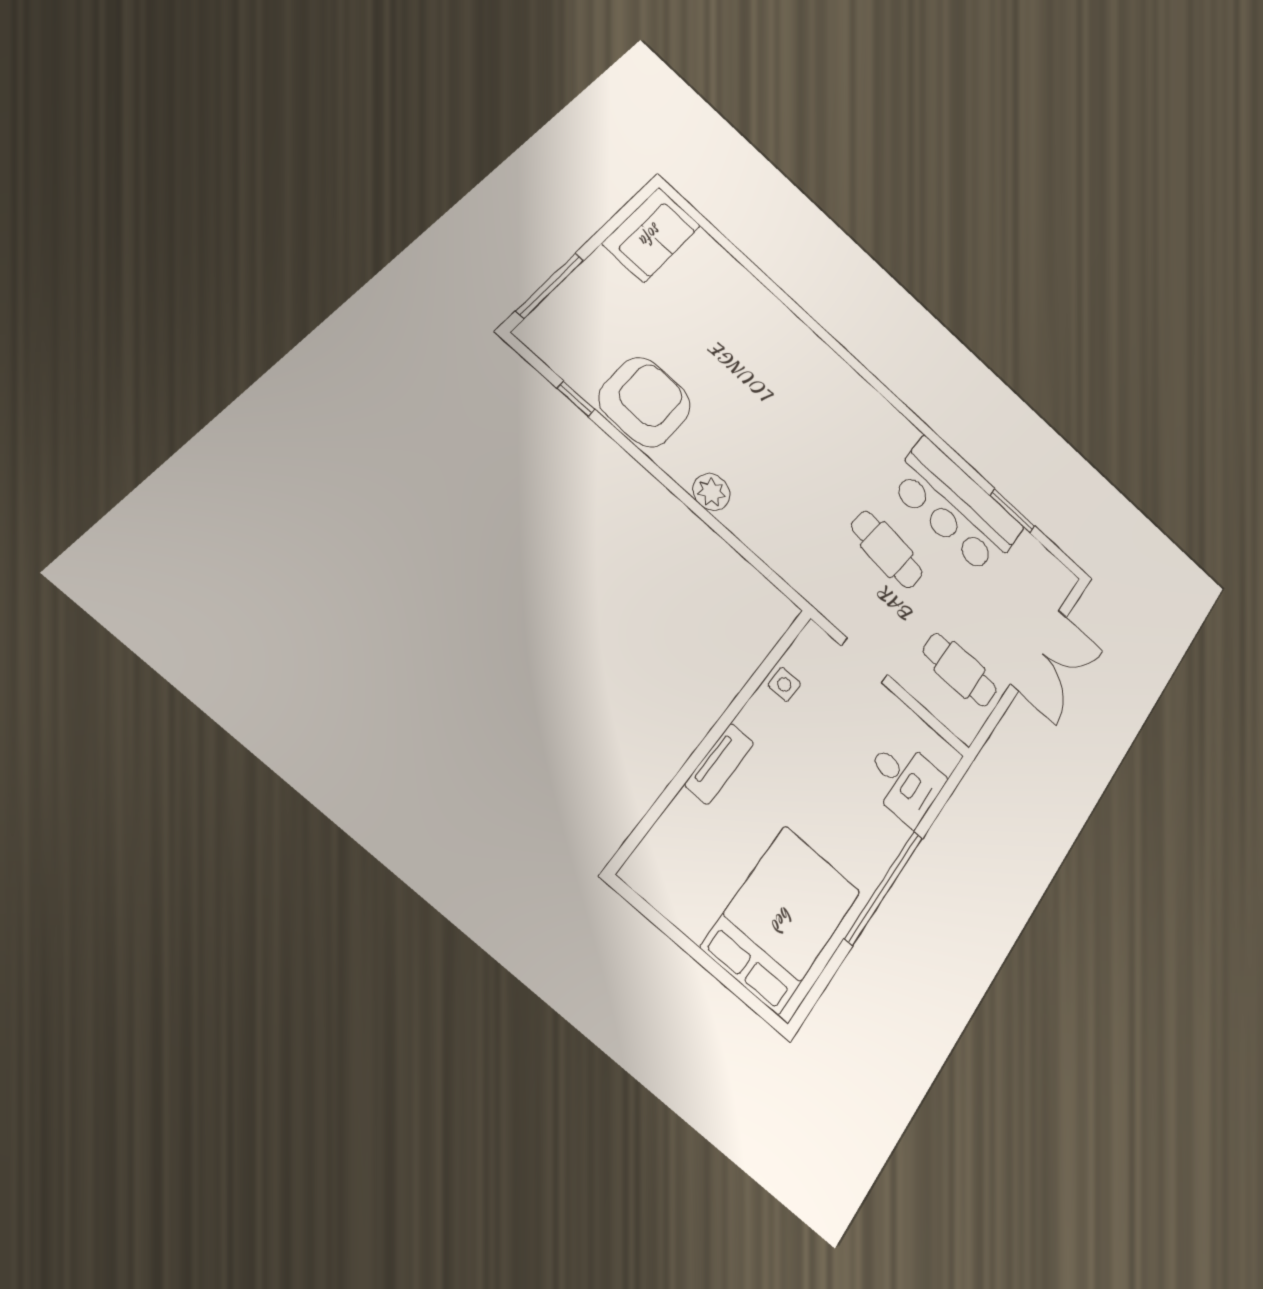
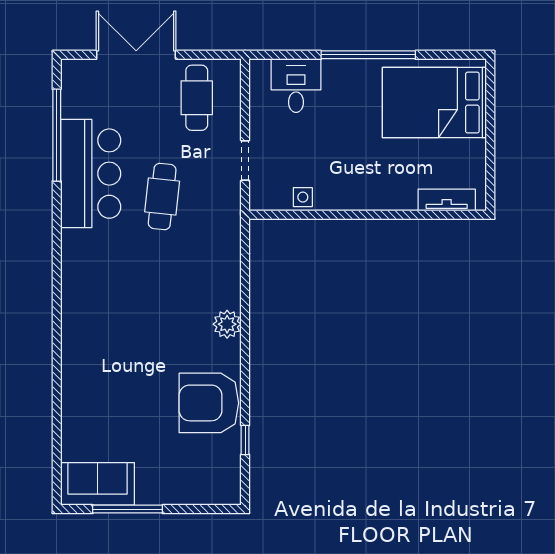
window: (550, 285) -> (128, 509), moved
window: (1012, 511) -> (57, 135), width x2.11
tv unit: (719, 764) -> (447, 200), moved

